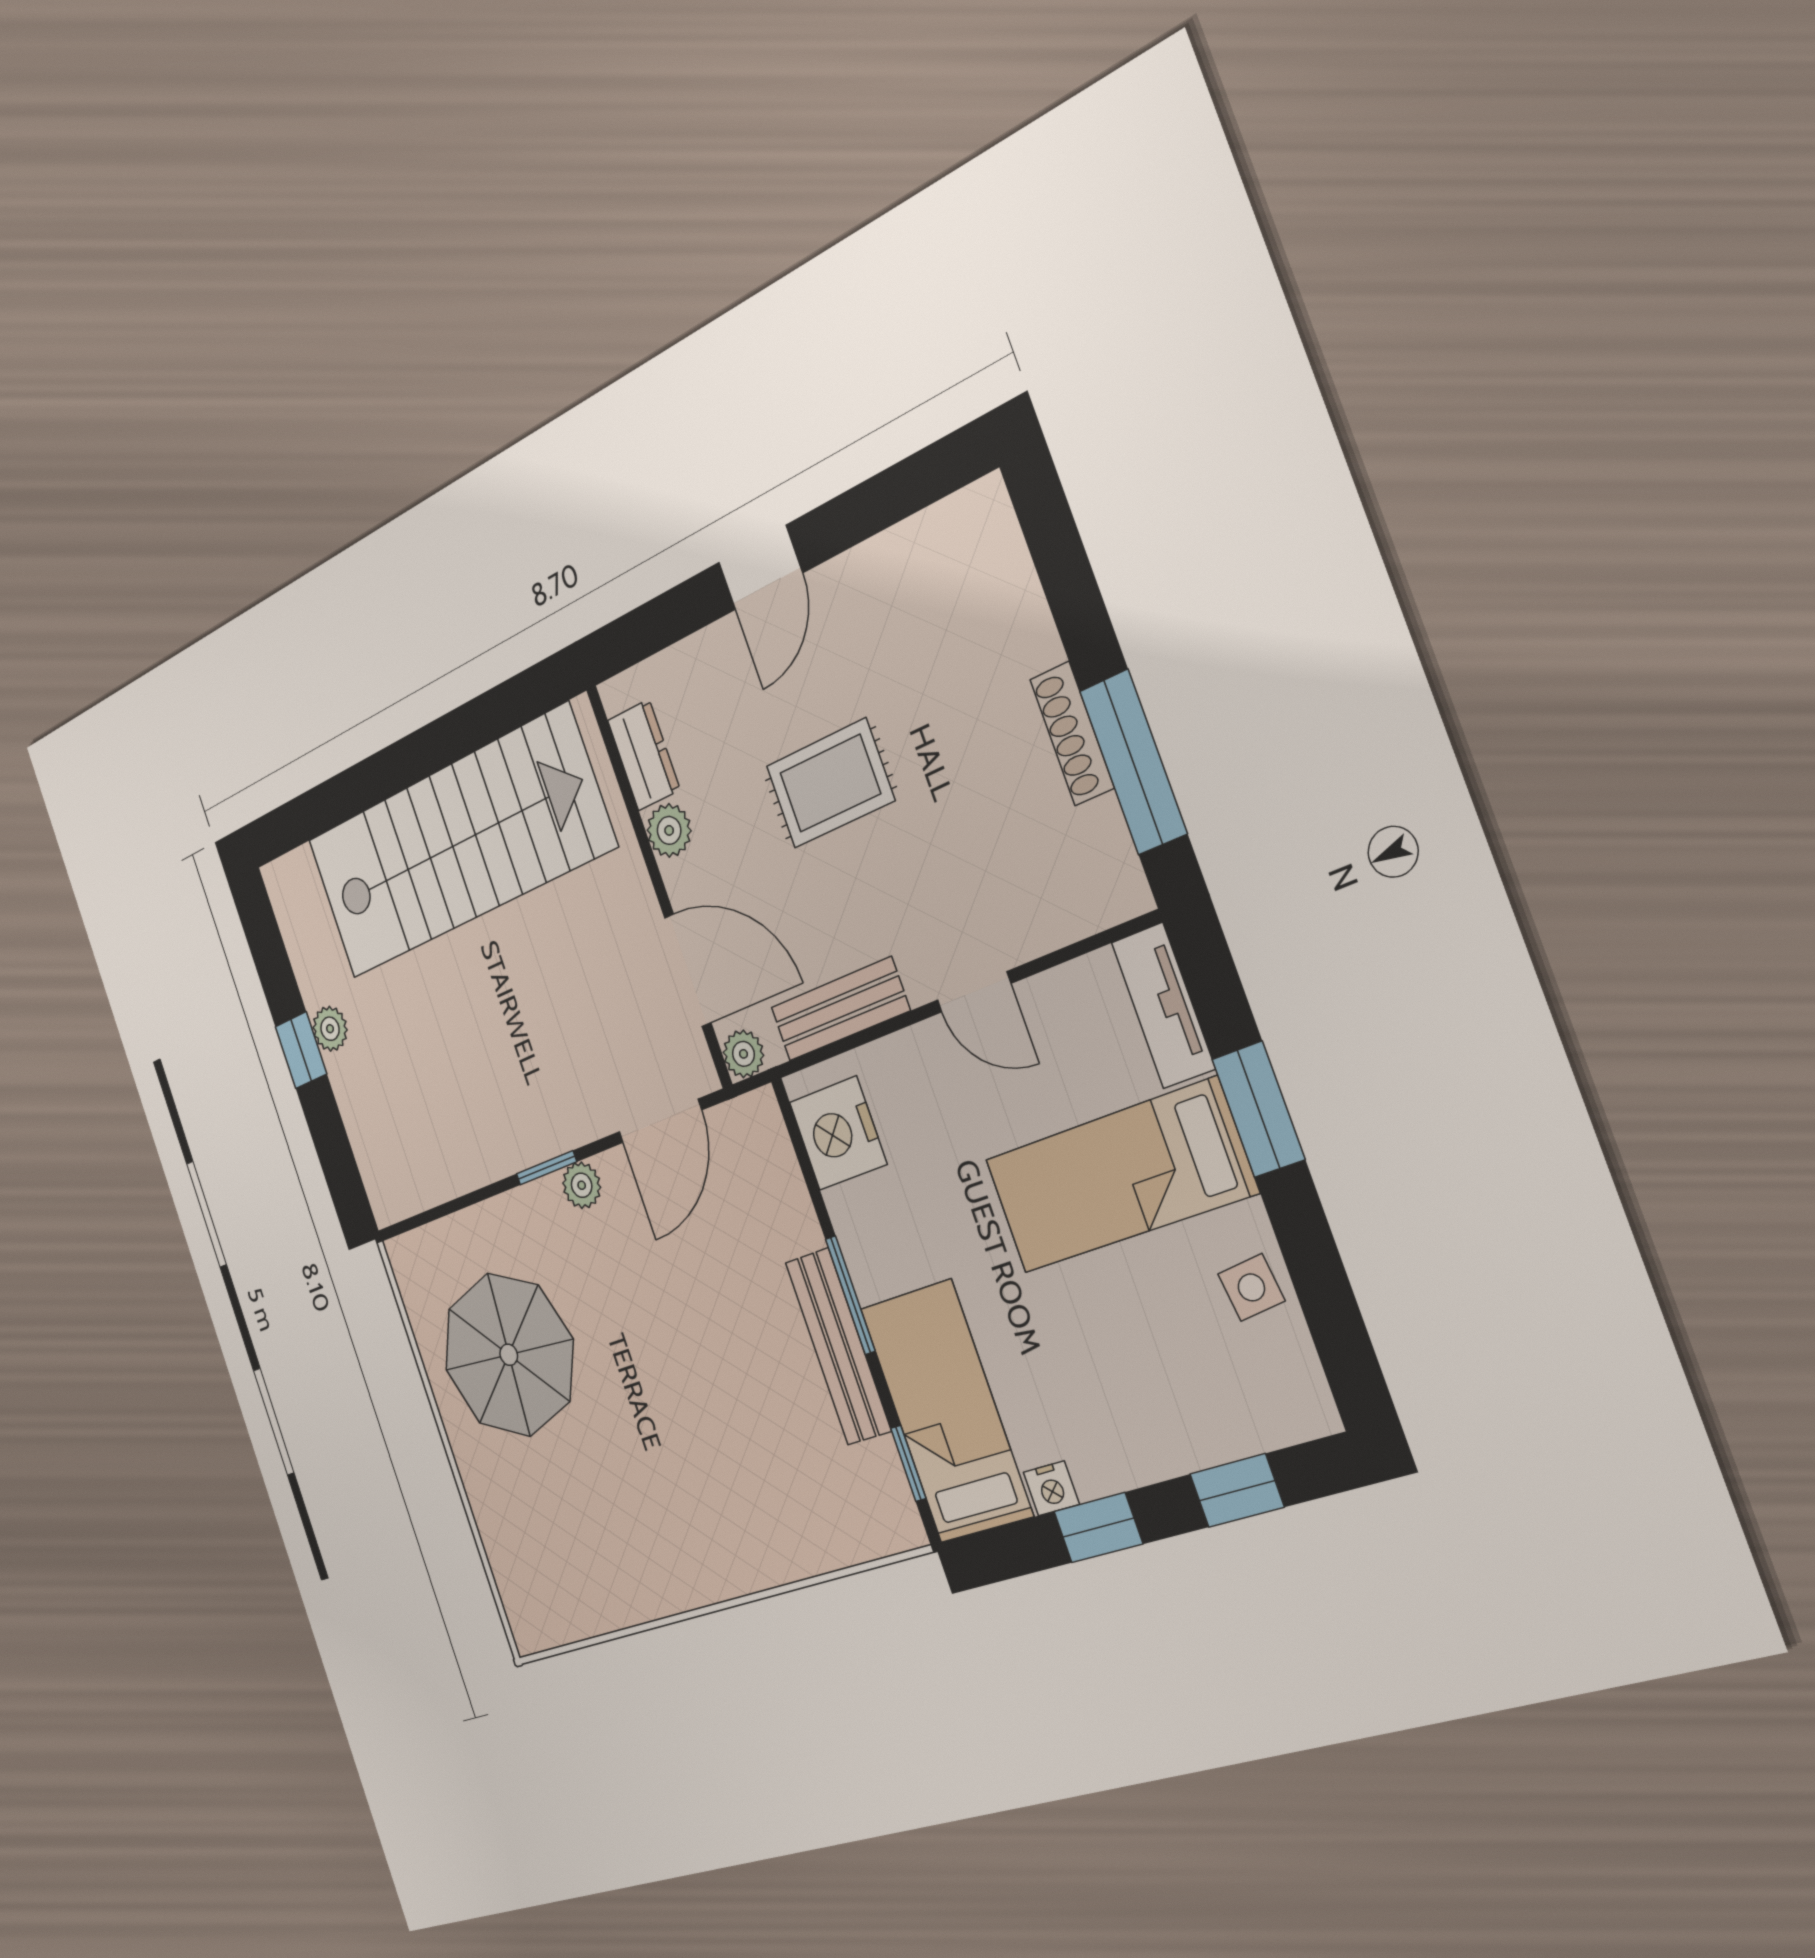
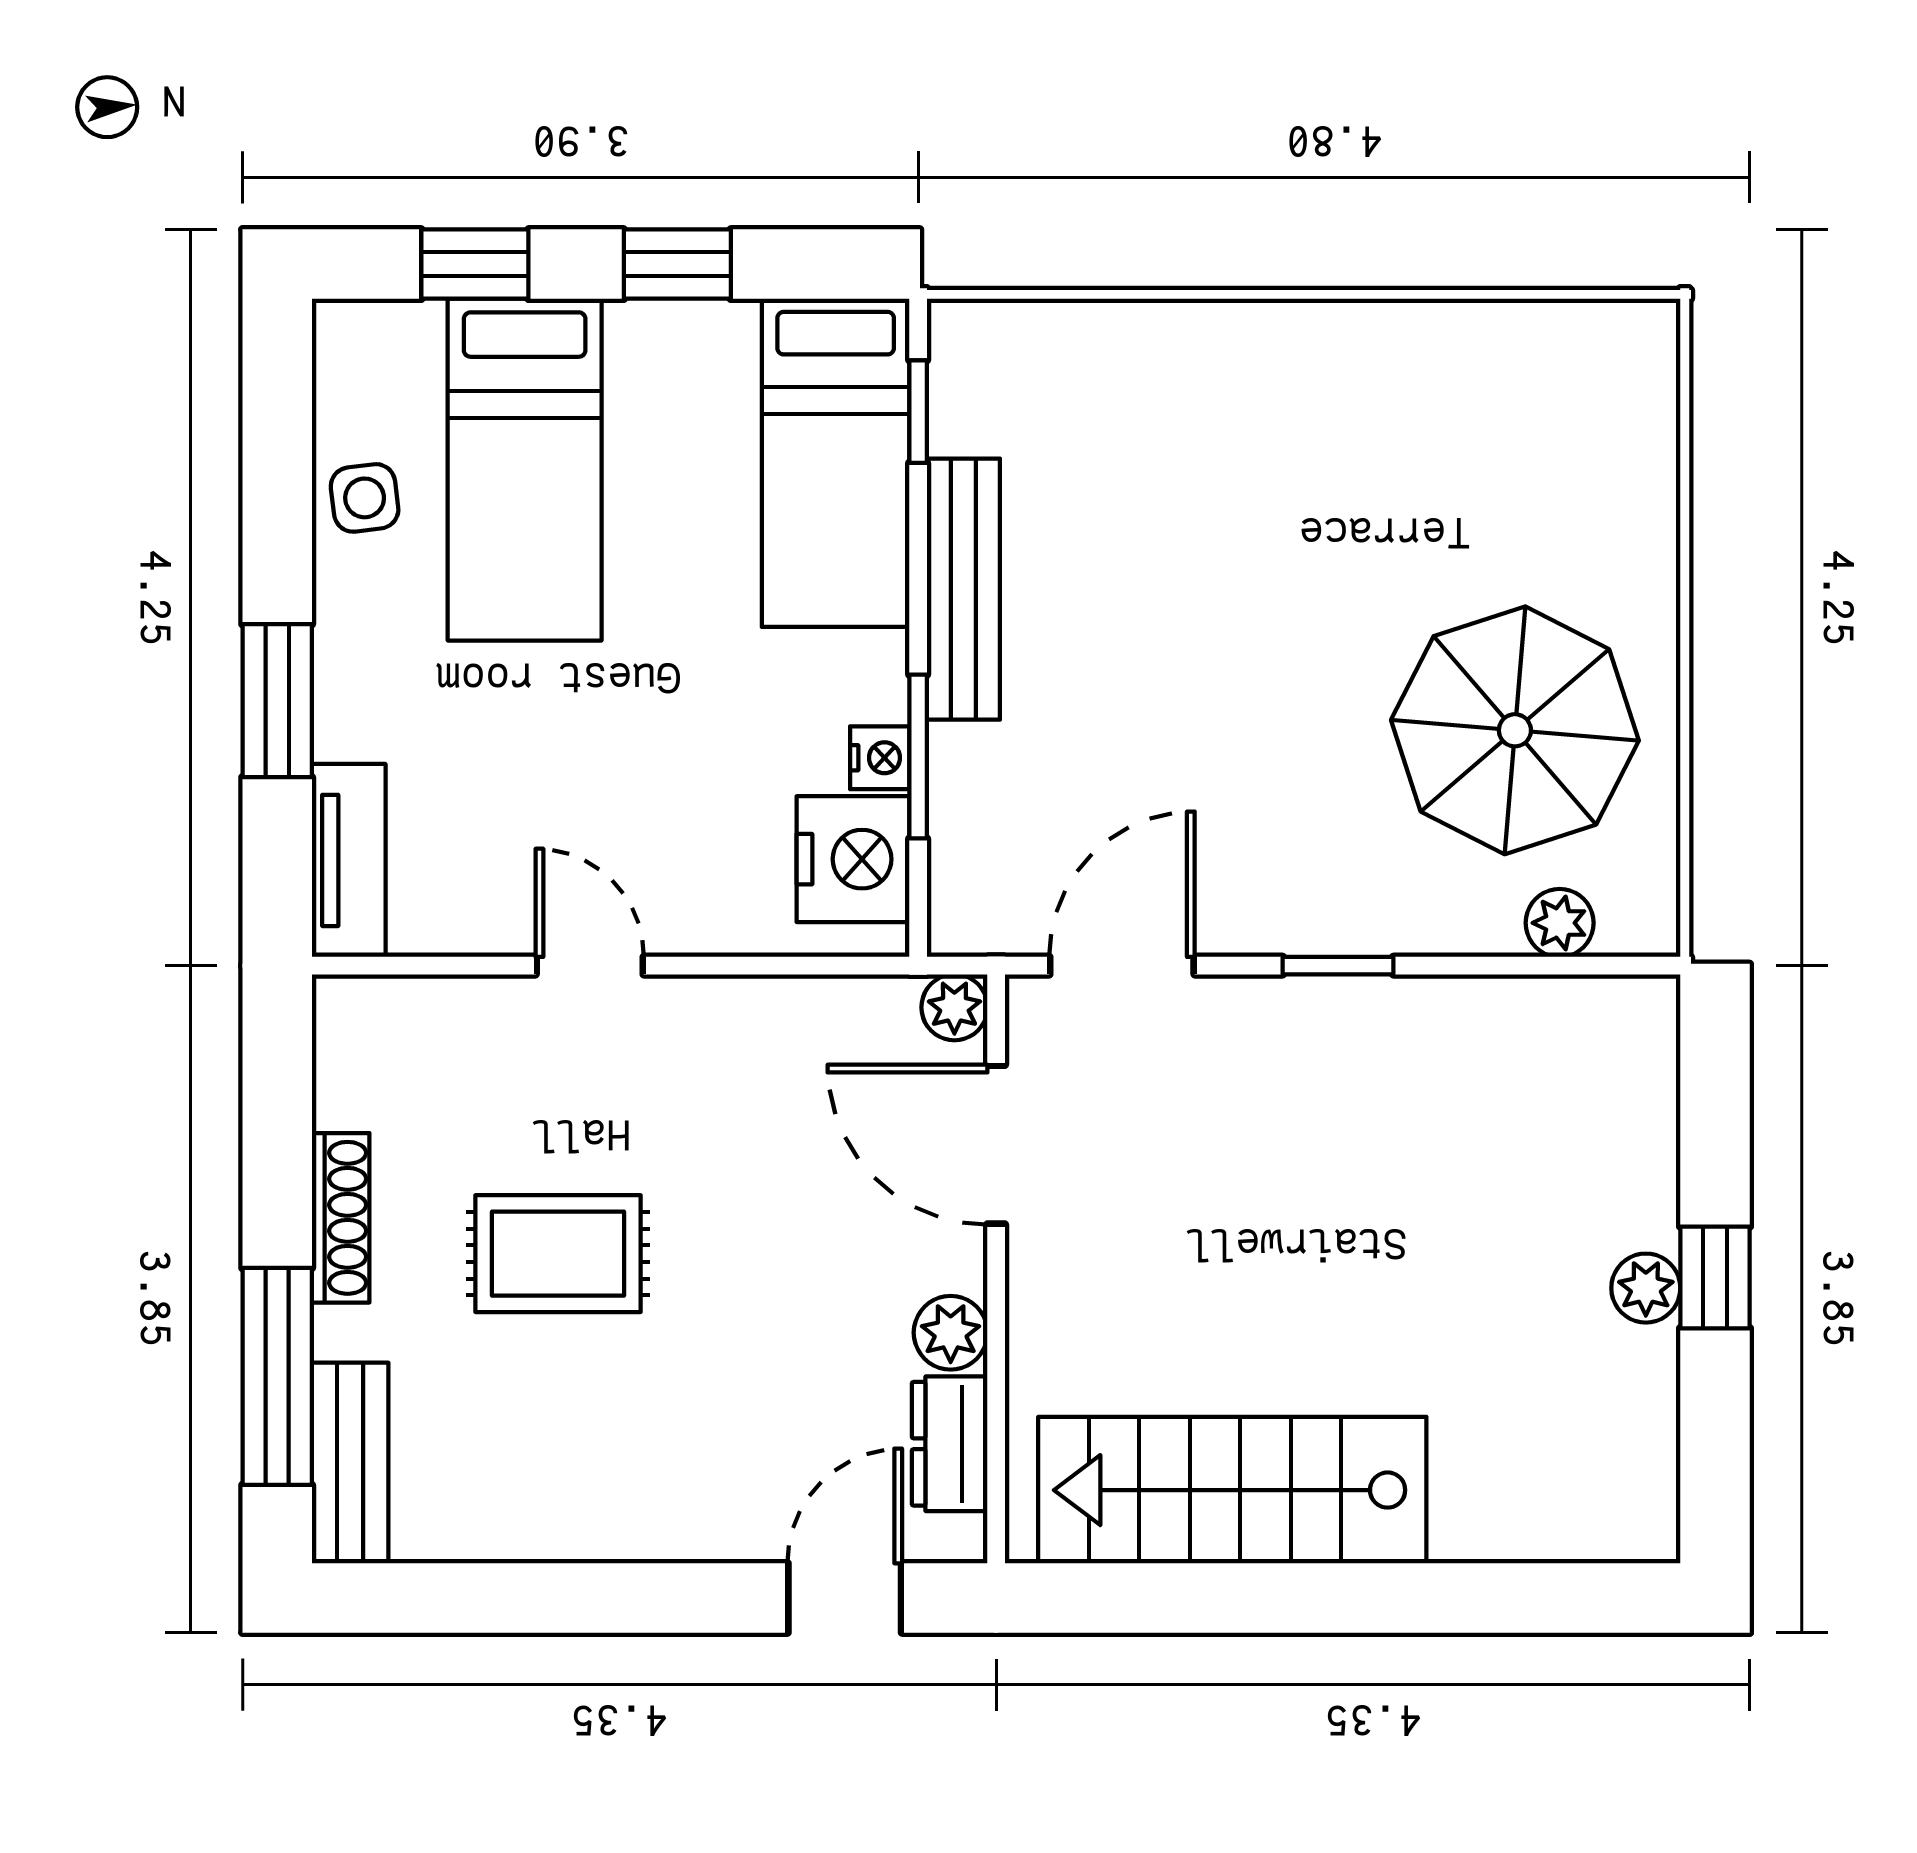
door: (760, 568) -> (845, 1598), moved
window: (1133, 762) -> (277, 1376), moved
rug: (830, 783) -> (558, 1254), moved
stairs: (458, 844) -> (1232, 1490), width x0.73, depth x0.66
bench: (840, 1009) -> (350, 1463), moved, turned 90
bed: (1119, 1176) -> (525, 470), moved, turned 90
plant: (582, 1185) -> (1560, 923), moved
window: (850, 1295) -> (918, 757), moved
nightstand: (1051, 1488) -> (880, 758), moved, turned 90

